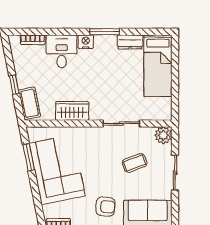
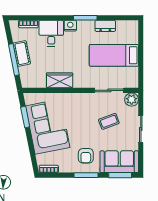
bed: (158, 66) -> (114, 55), moved, turned 90
window: (14, 85) -> (14, 60), width x2.17
cot: (30, 103) -> (22, 53), moved
sliding door: (121, 124) -> (109, 90), moved
armchair: (105, 207) -> (86, 156), turned 84

